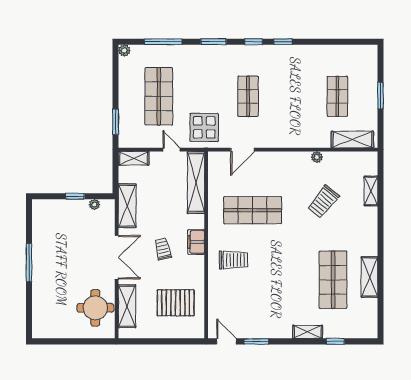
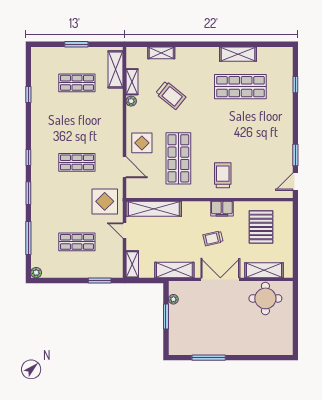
window: (283, 42) -> (28, 95), moved
shop shelf: (159, 96) -> (77, 242), width x0.70, depth x0.74
door: (172, 150) -> (125, 230), hinge flipped
display table: (270, 169) -> (142, 143), added
window: (75, 196) -> (166, 316), width x1.50
filing cabinet: (196, 242) -> (222, 209), moved
window: (29, 262) -> (209, 358), moved
shelving: (308, 332) -> (132, 82), moved

